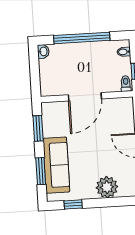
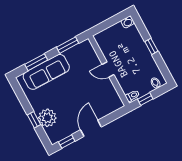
window: (82, 38) -> (151, 46), width x0.32
door: (85, 97) -> (108, 69), width x0.53
window: (73, 204) -> (34, 120), moved

